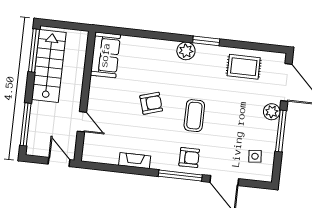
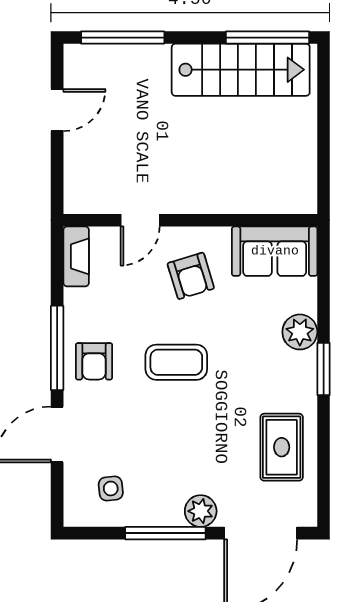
sofa: (105, 55) -> (275, 251), moved
wall: (85, 96) -> (190, 220), moved
door: (82, 122) -> (140, 220), moved

